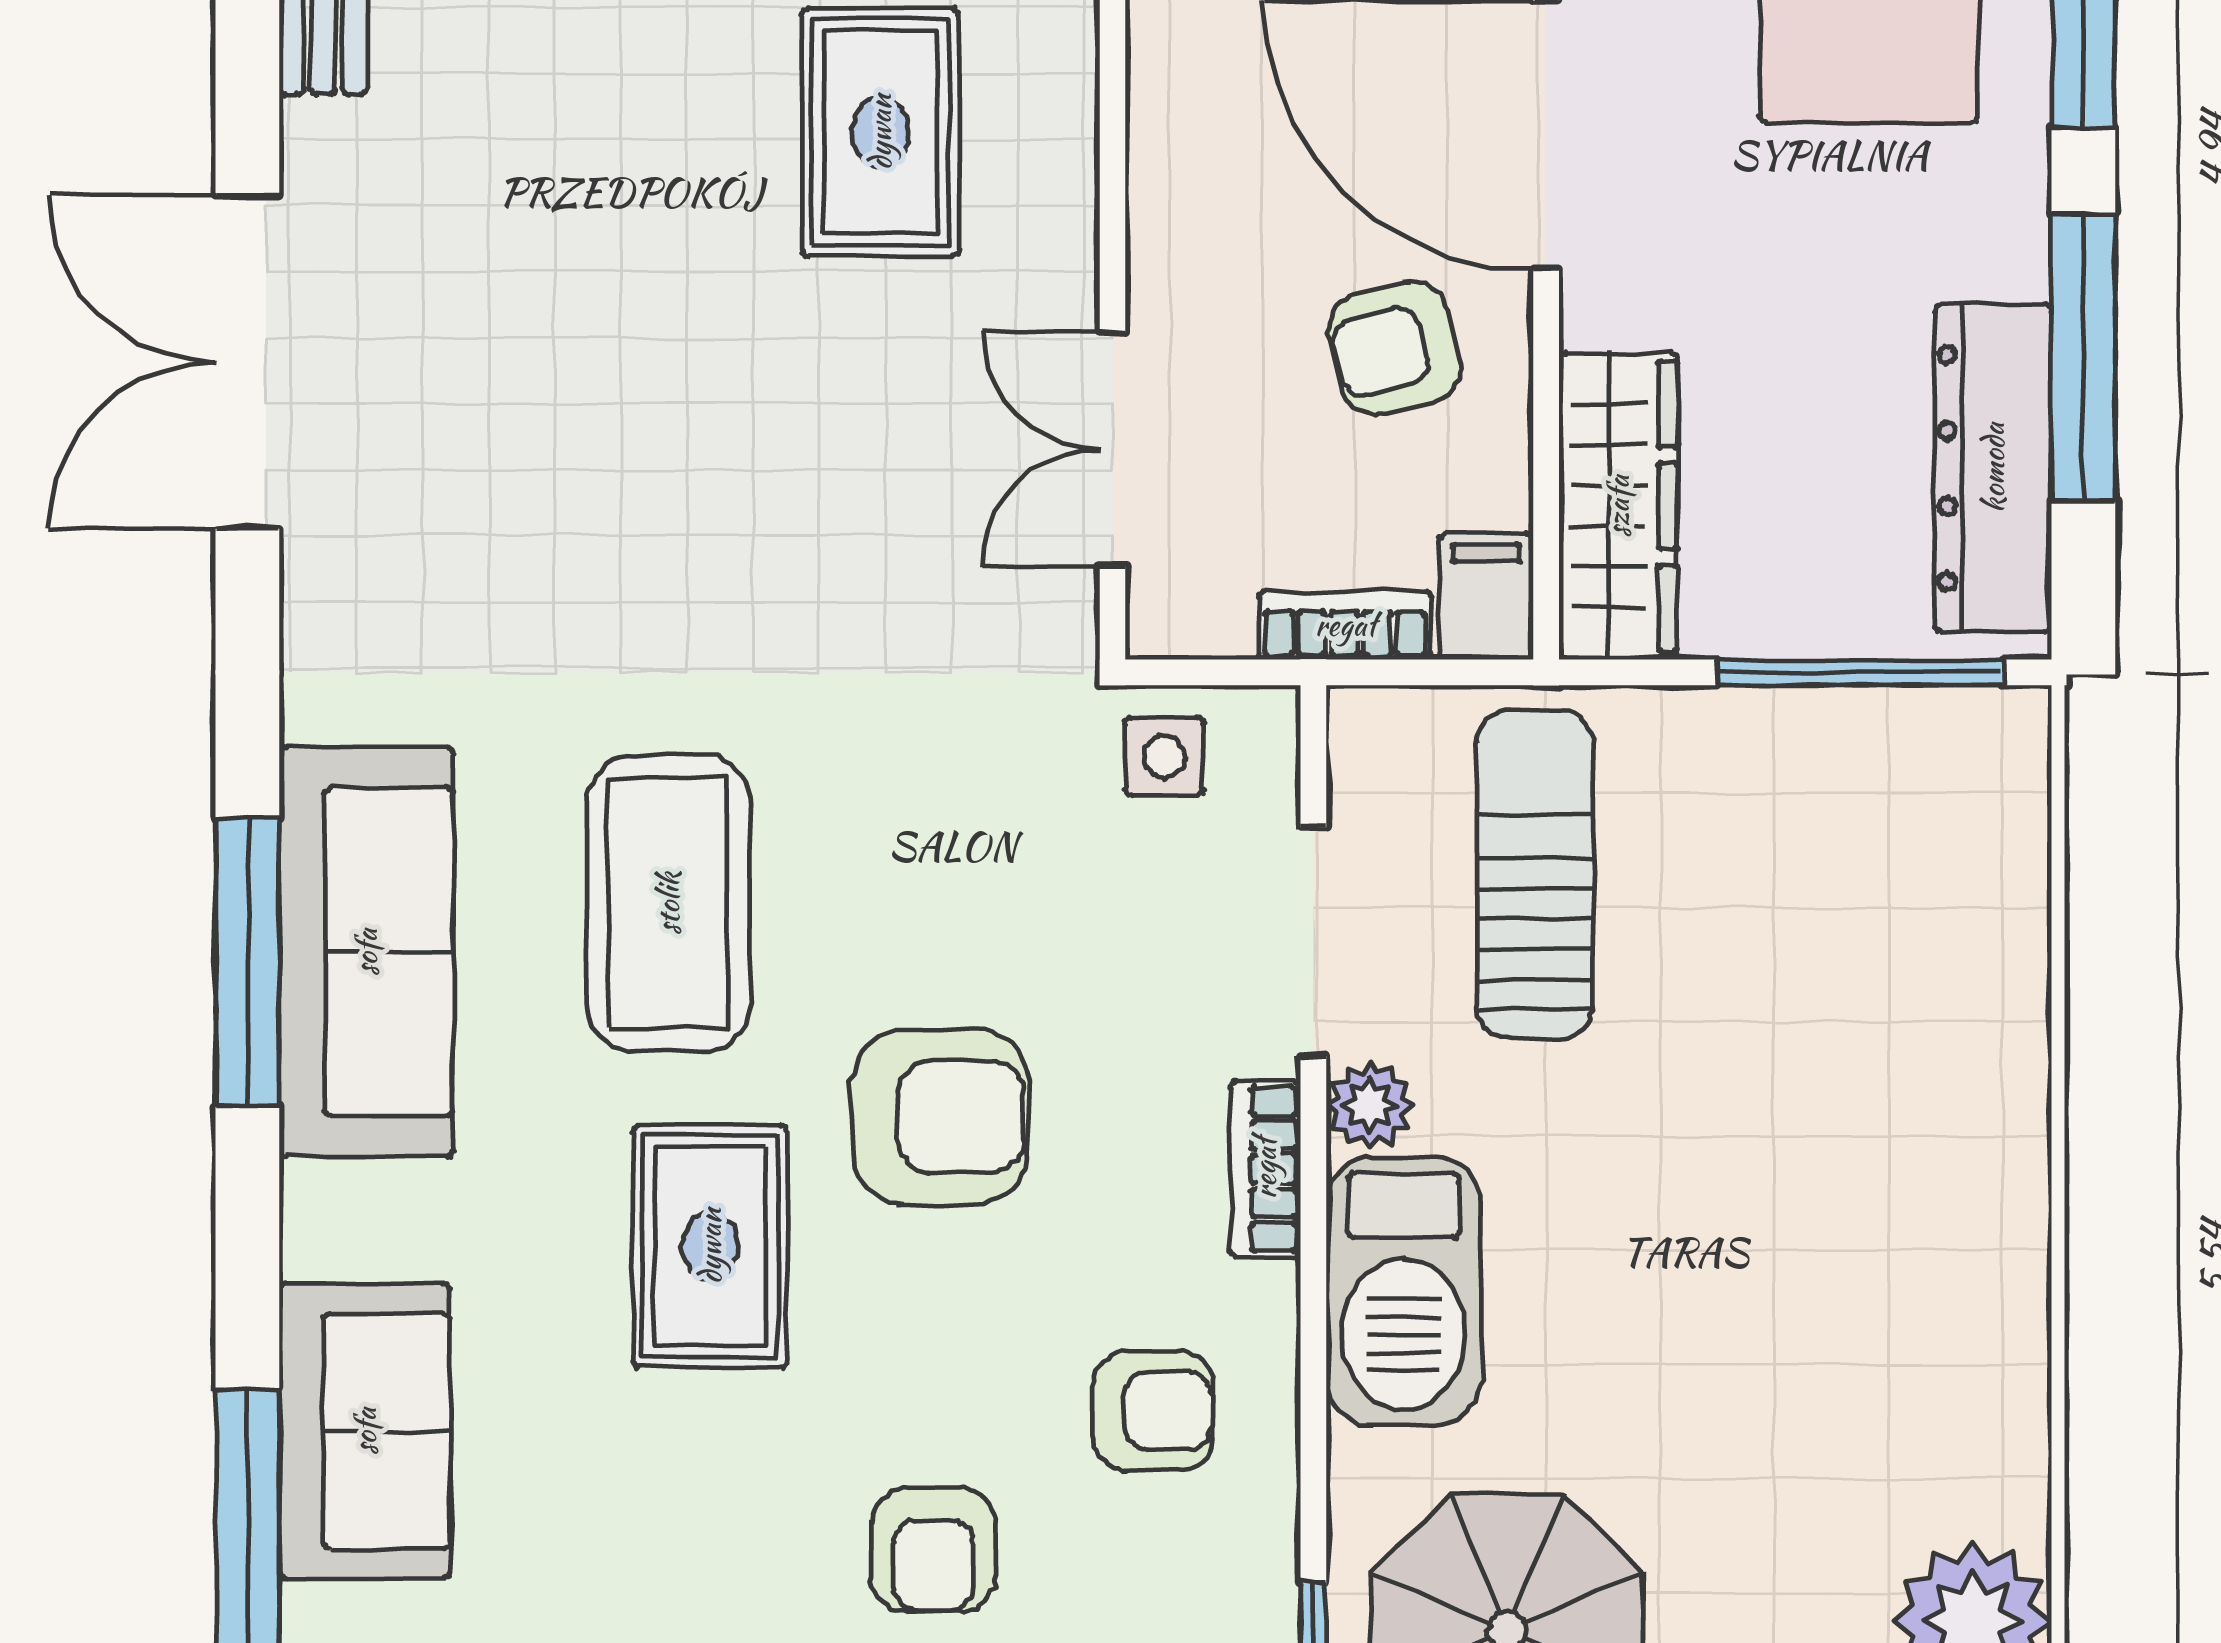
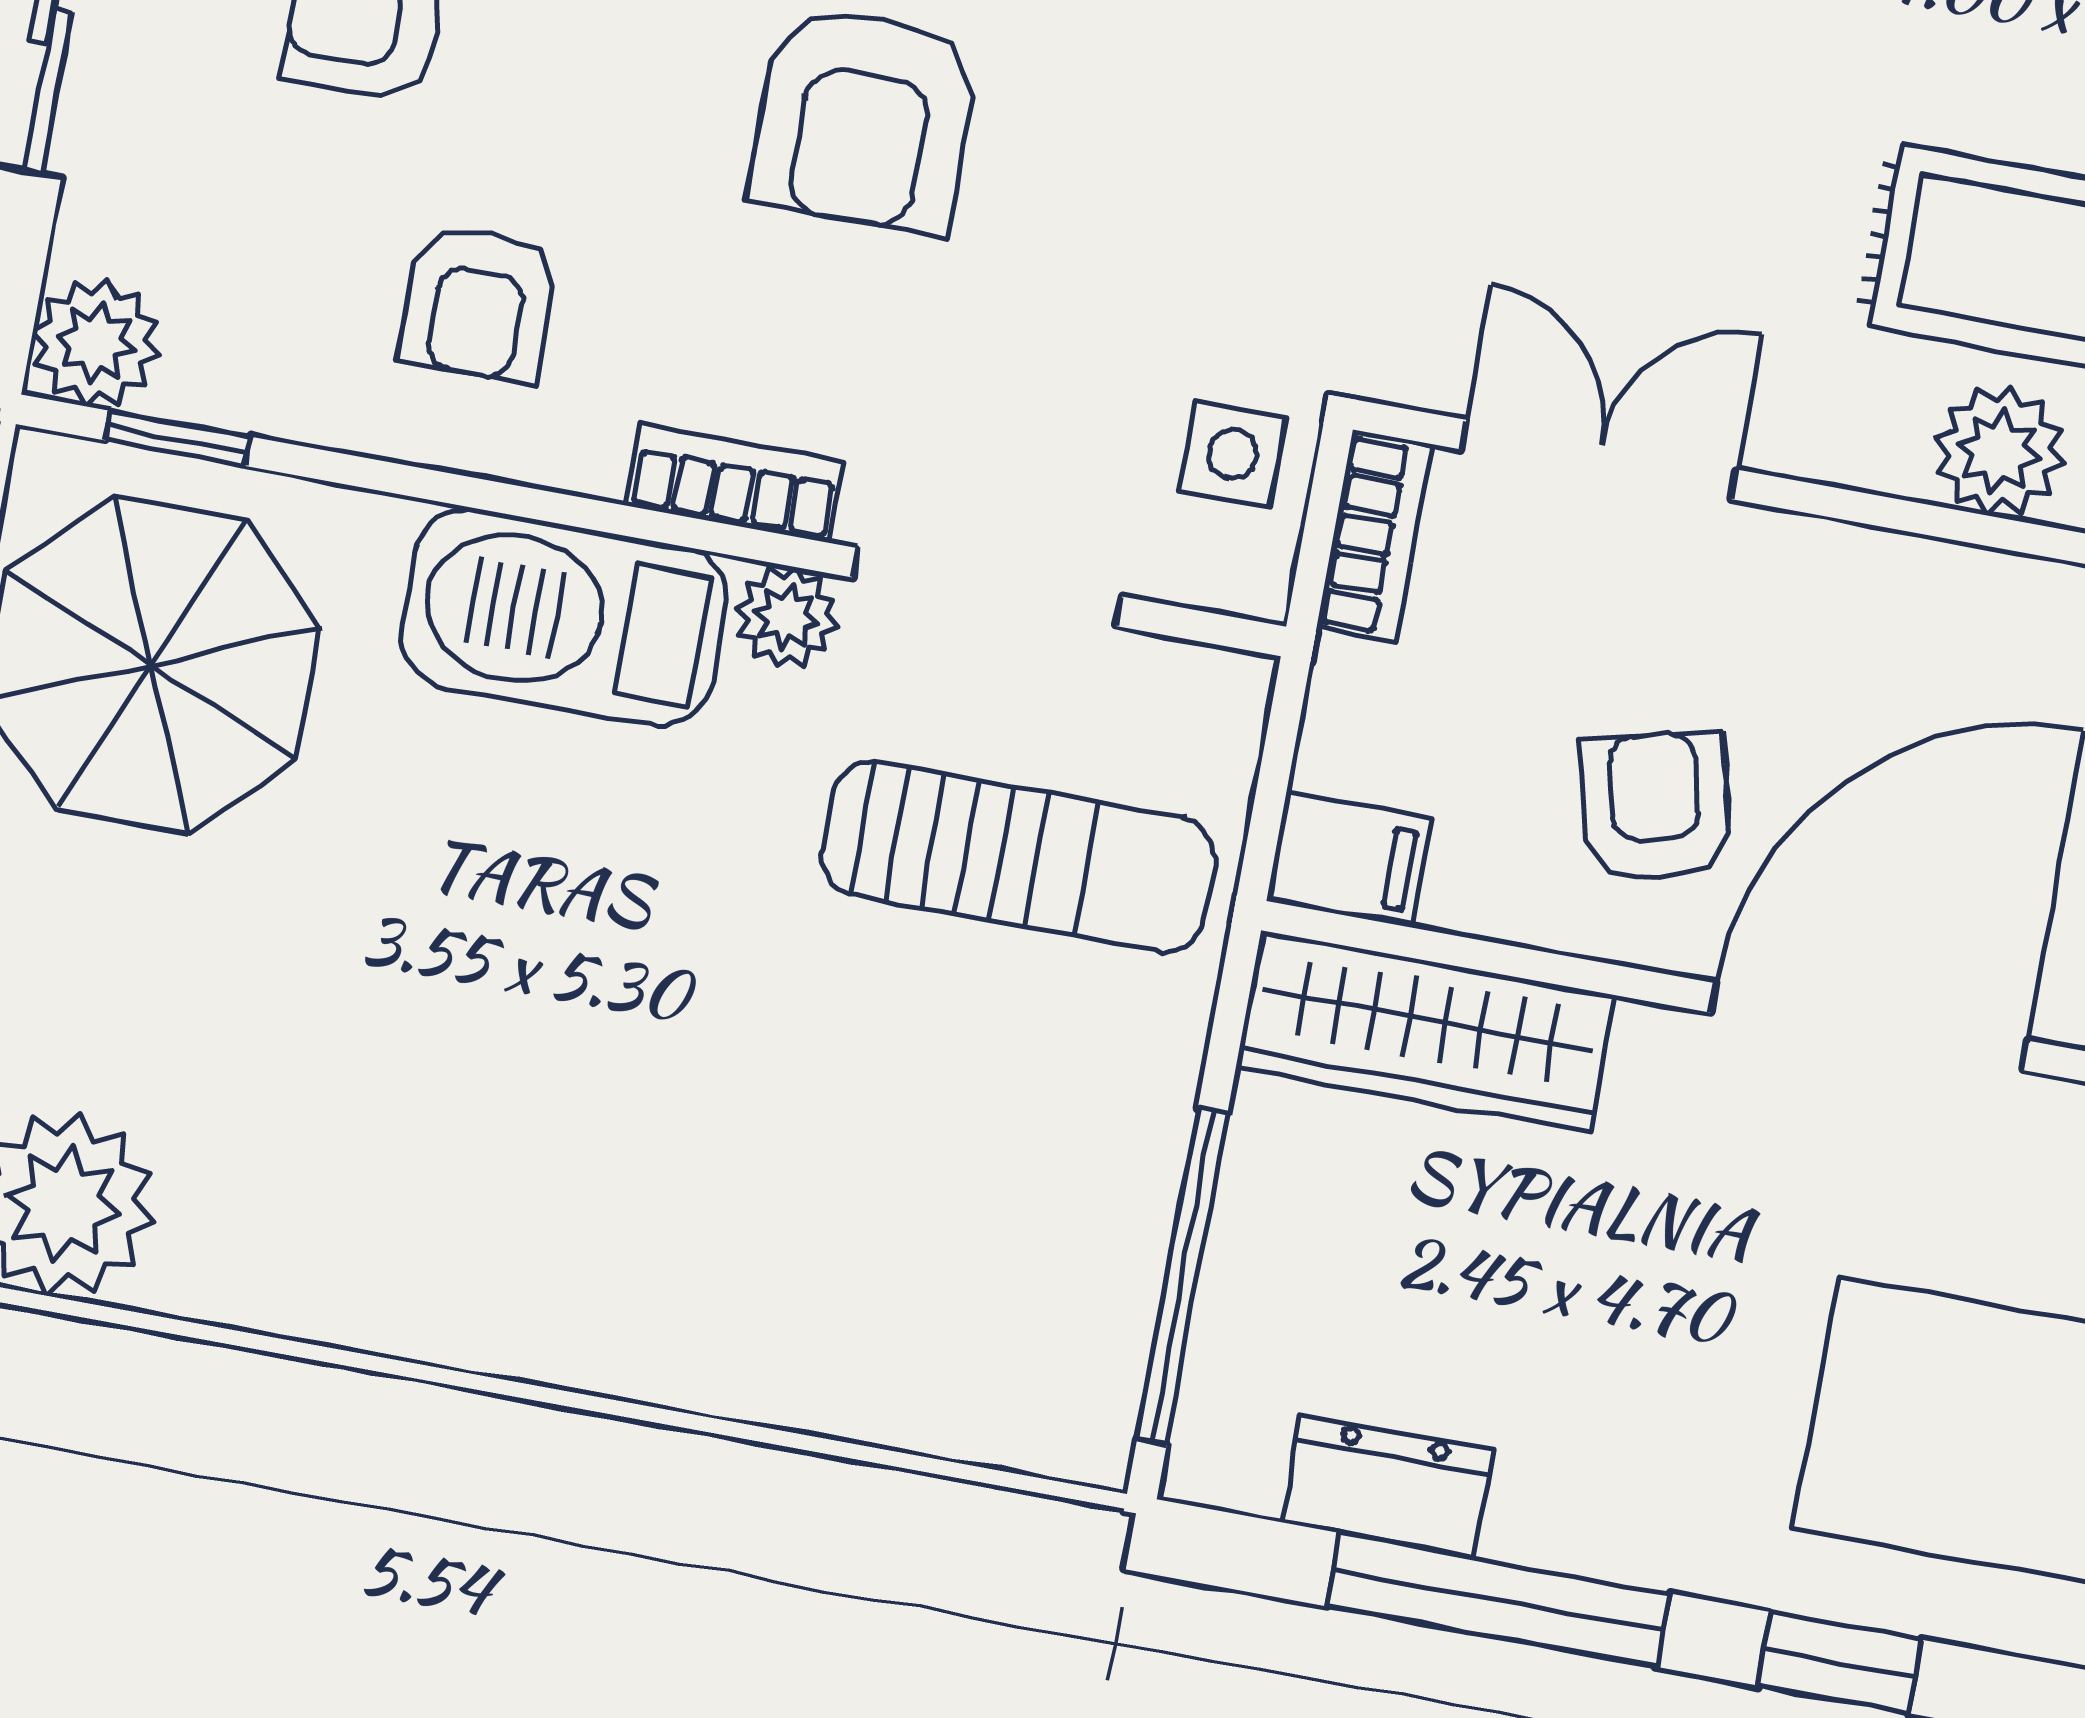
plant: (1044, 115) -> (1999, 451), added
dresser: (1993, 468) -> (1388, 1486), width x0.51, depth x0.80
bookcase: (1345, 625) -> (1374, 536), moved

